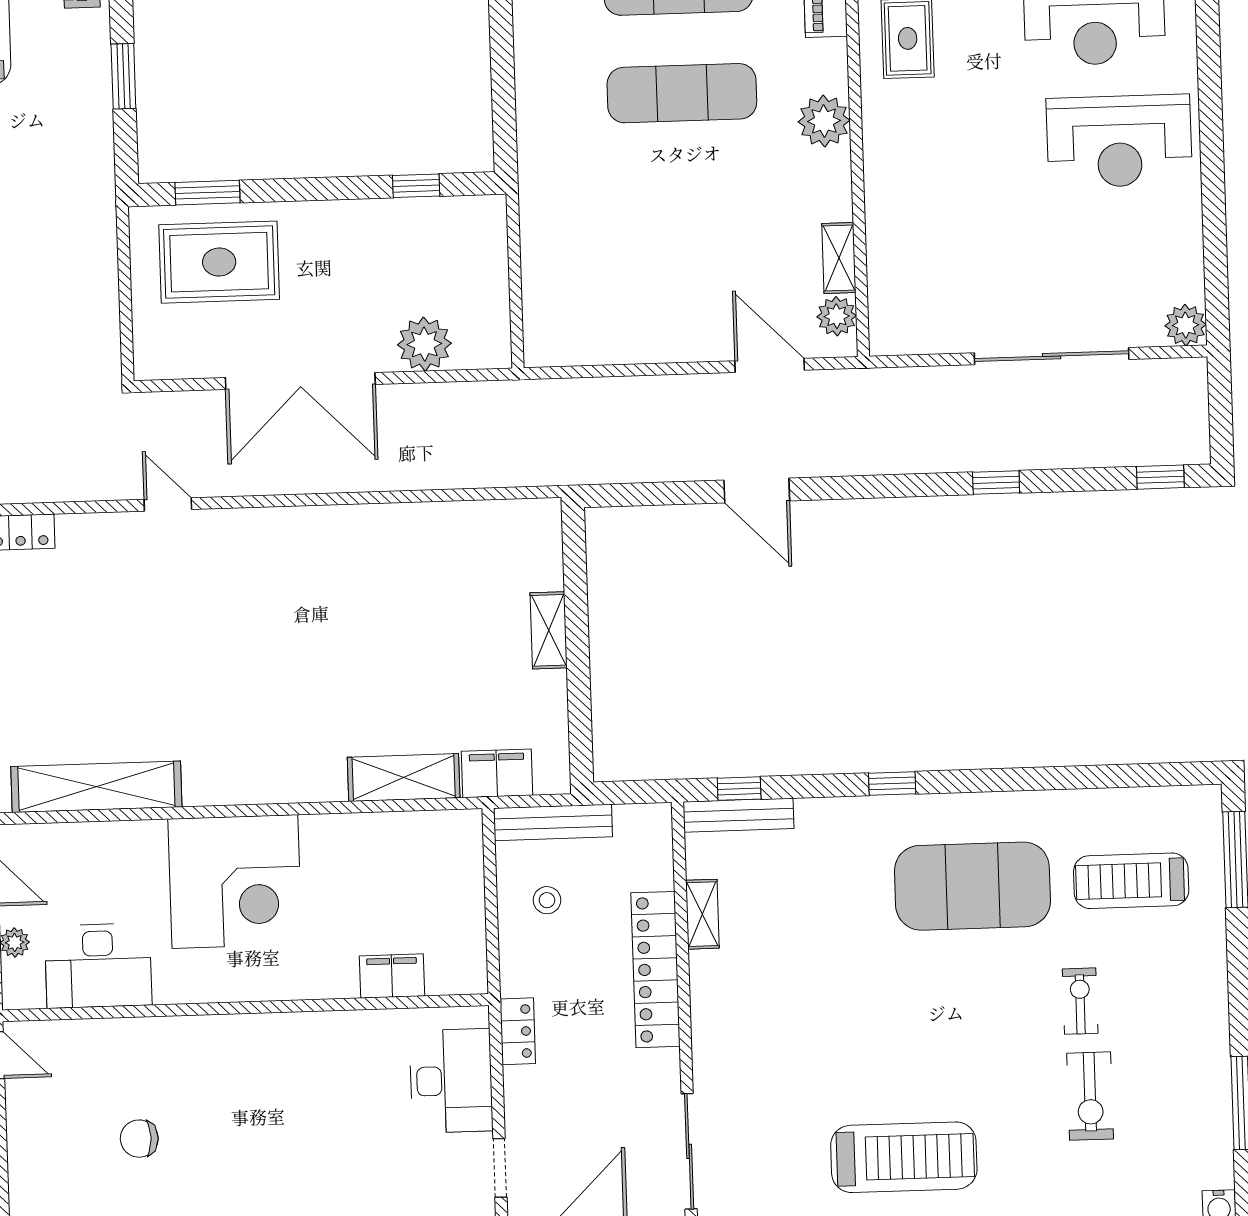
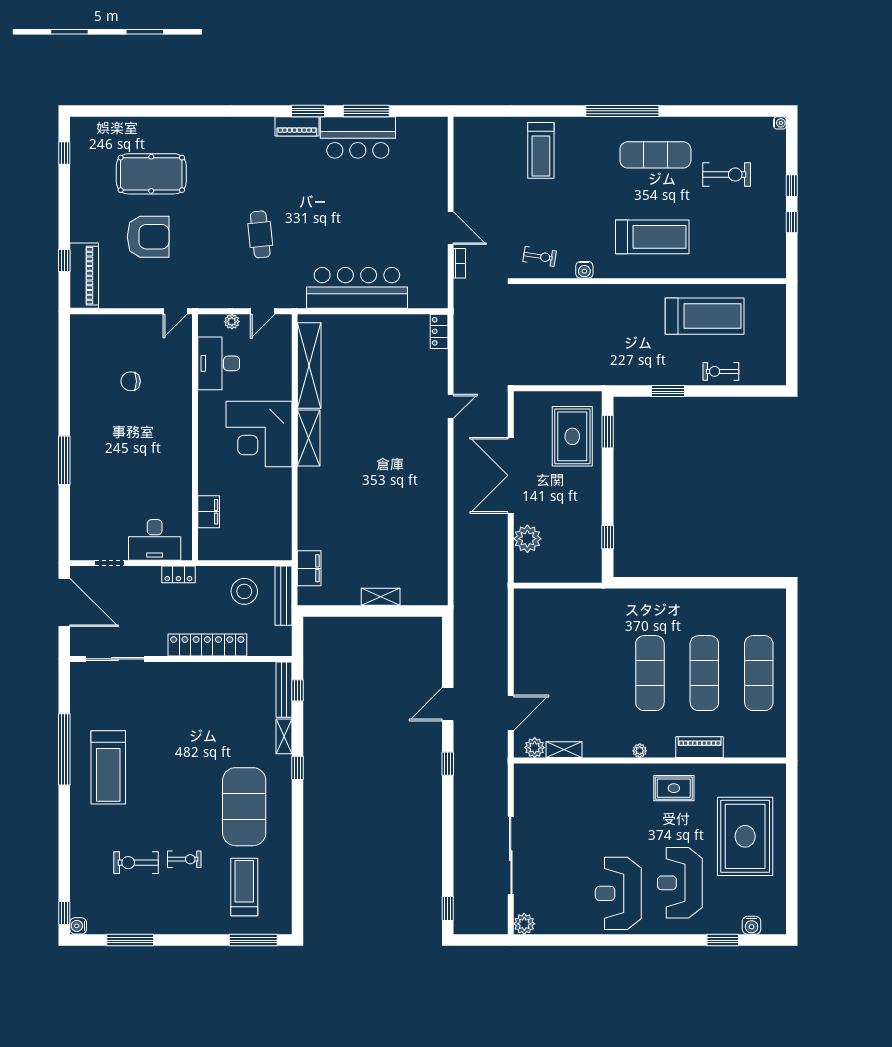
plant: (824, 121) -> (640, 751), width x0.53, depth x0.53
window: (996, 483) -> (448, 764), moved
shelving: (404, 778) -> (309, 438), moved
stool: (547, 900) -> (244, 591), width x1.89, depth x1.89
shelving: (702, 914) -> (284, 736), moved, turned 90
chair: (139, 1139) -> (131, 381), turned -90

